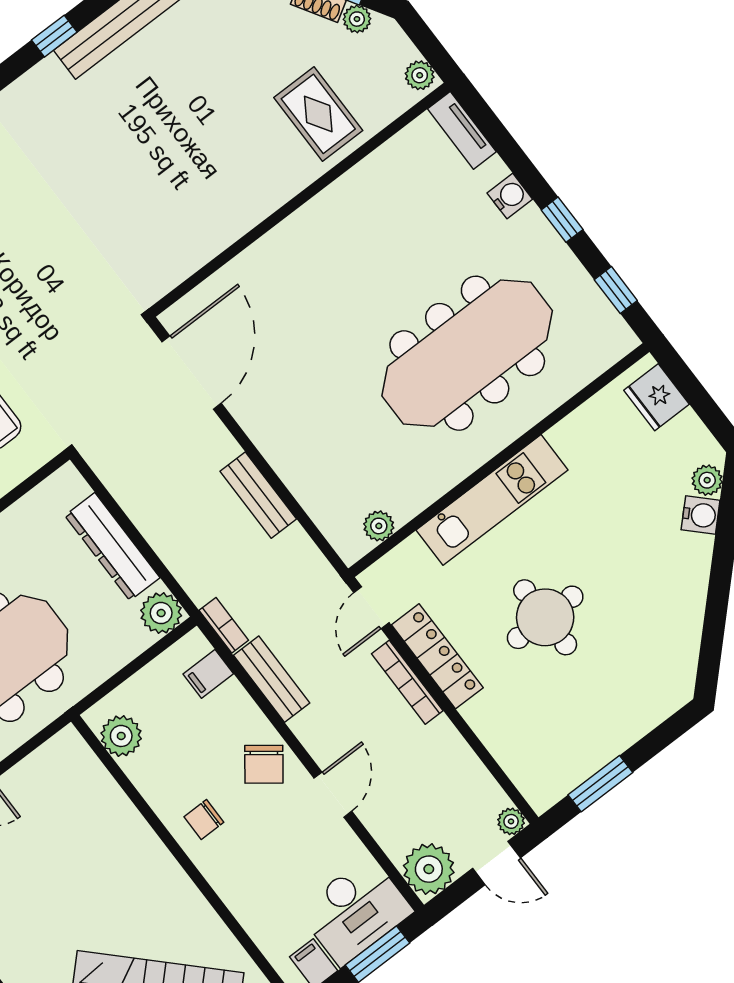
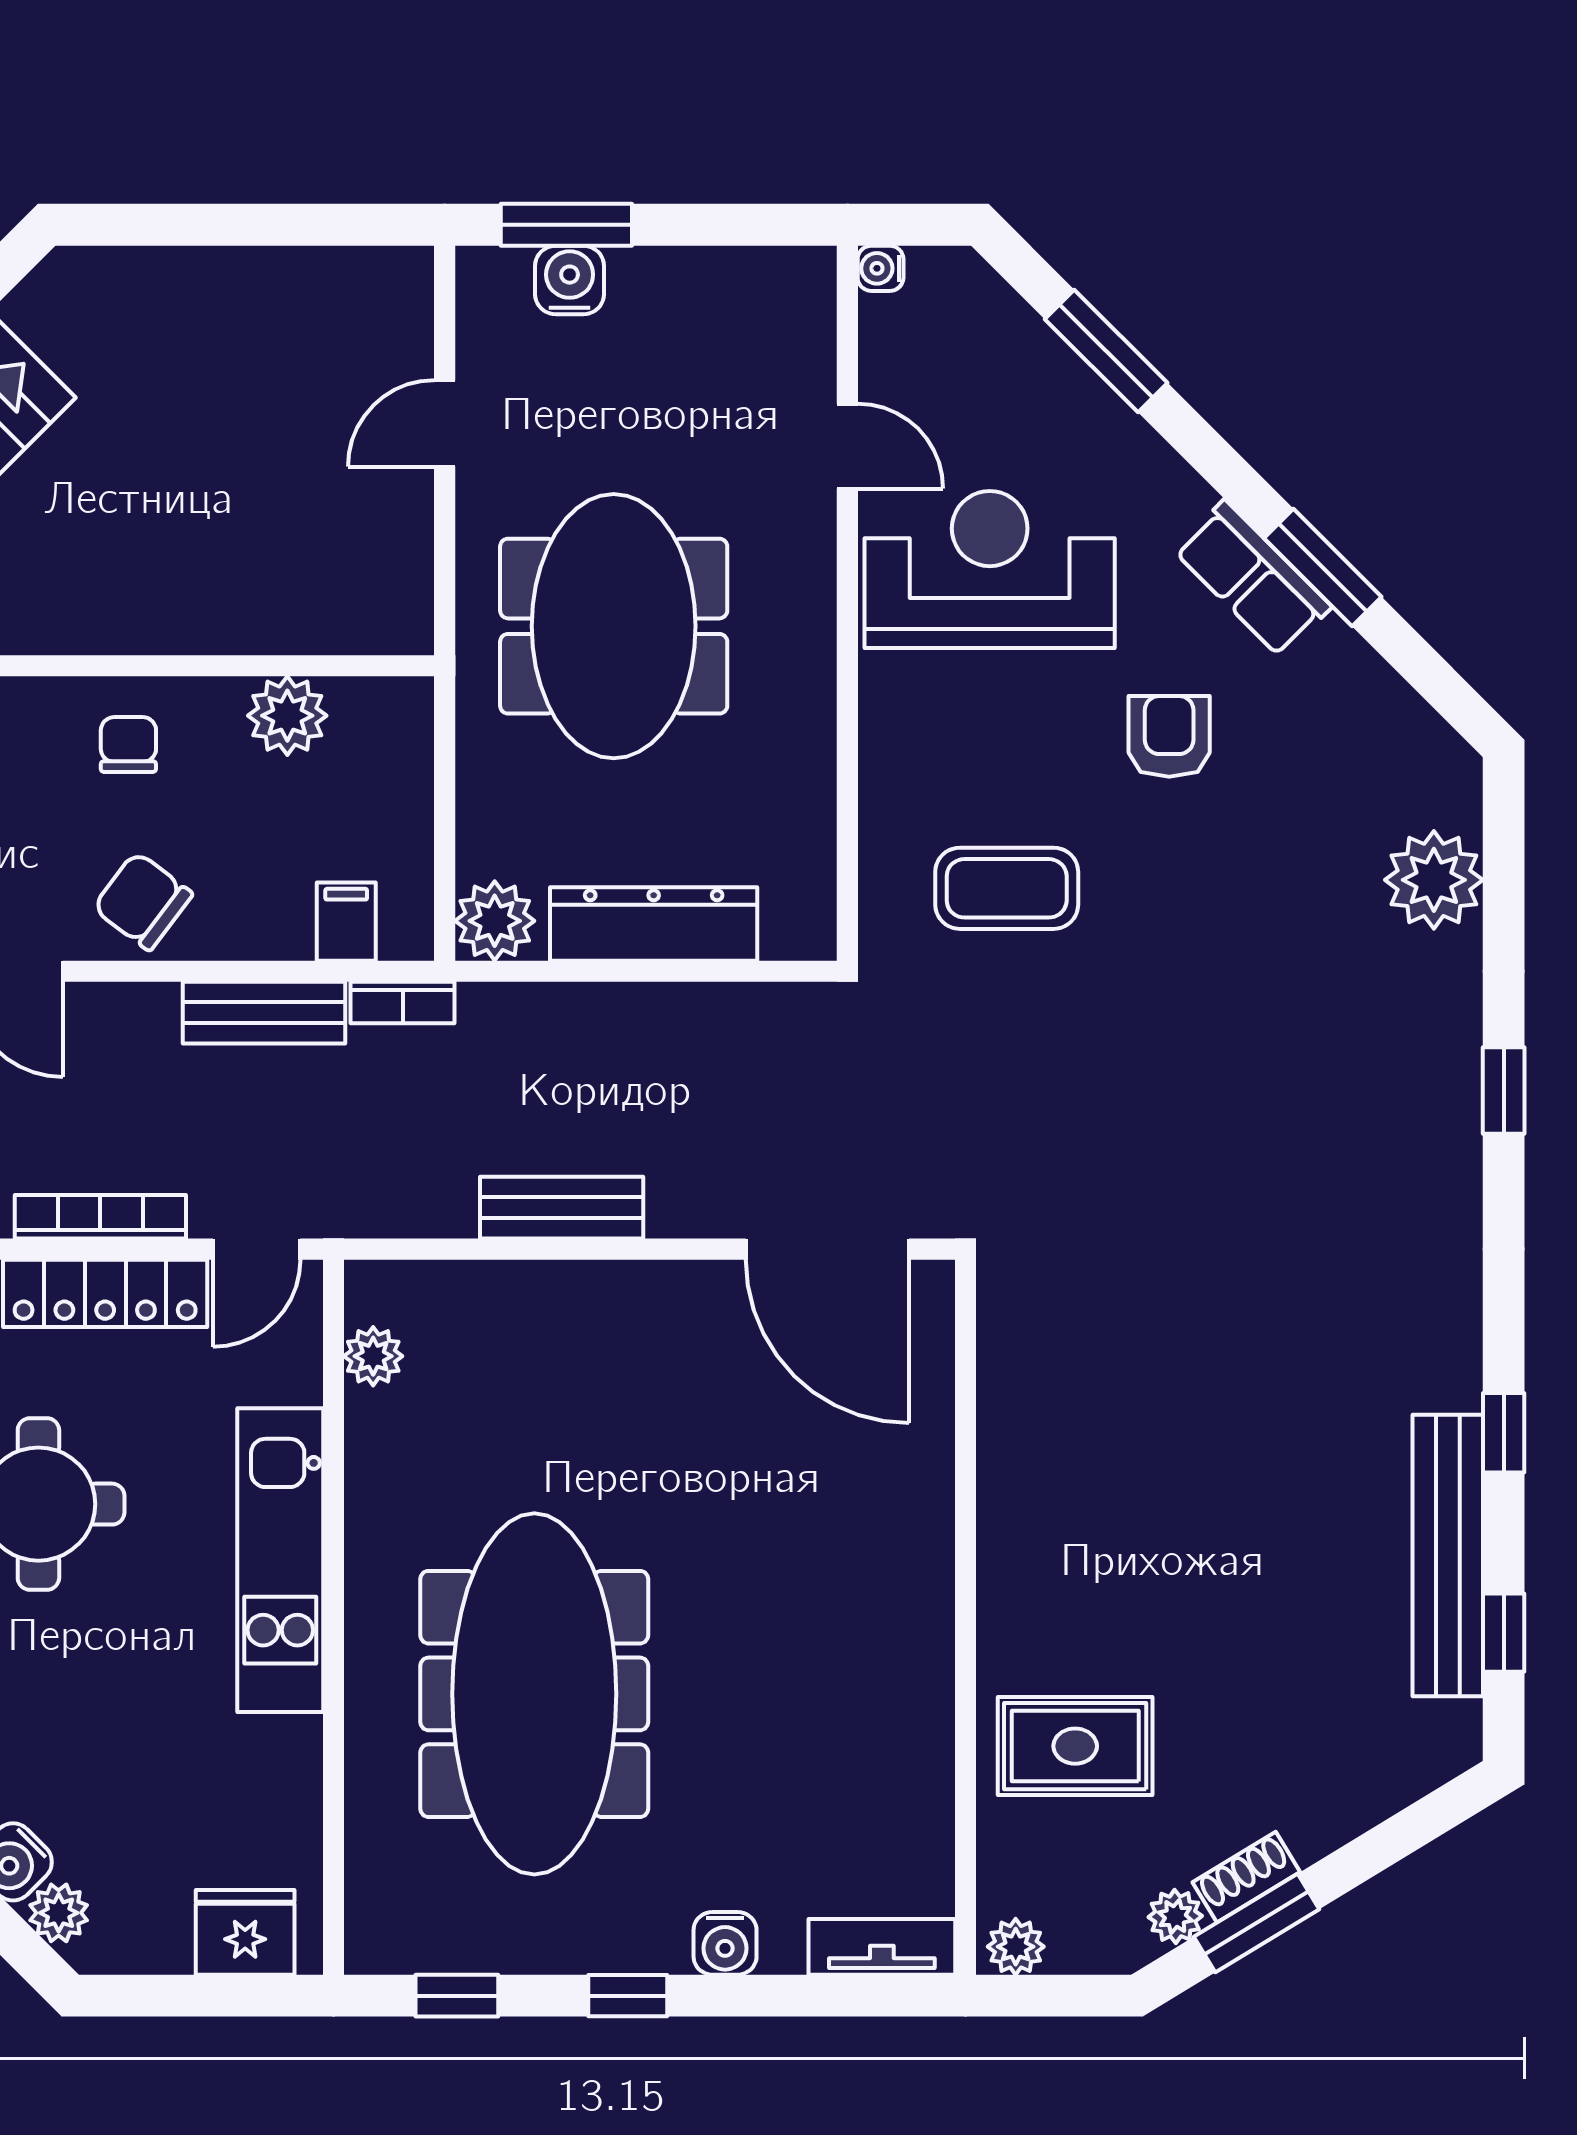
door: (371, 608) -> (257, 1249), swing flipped
plant: (121, 736) -> (287, 716), moved

